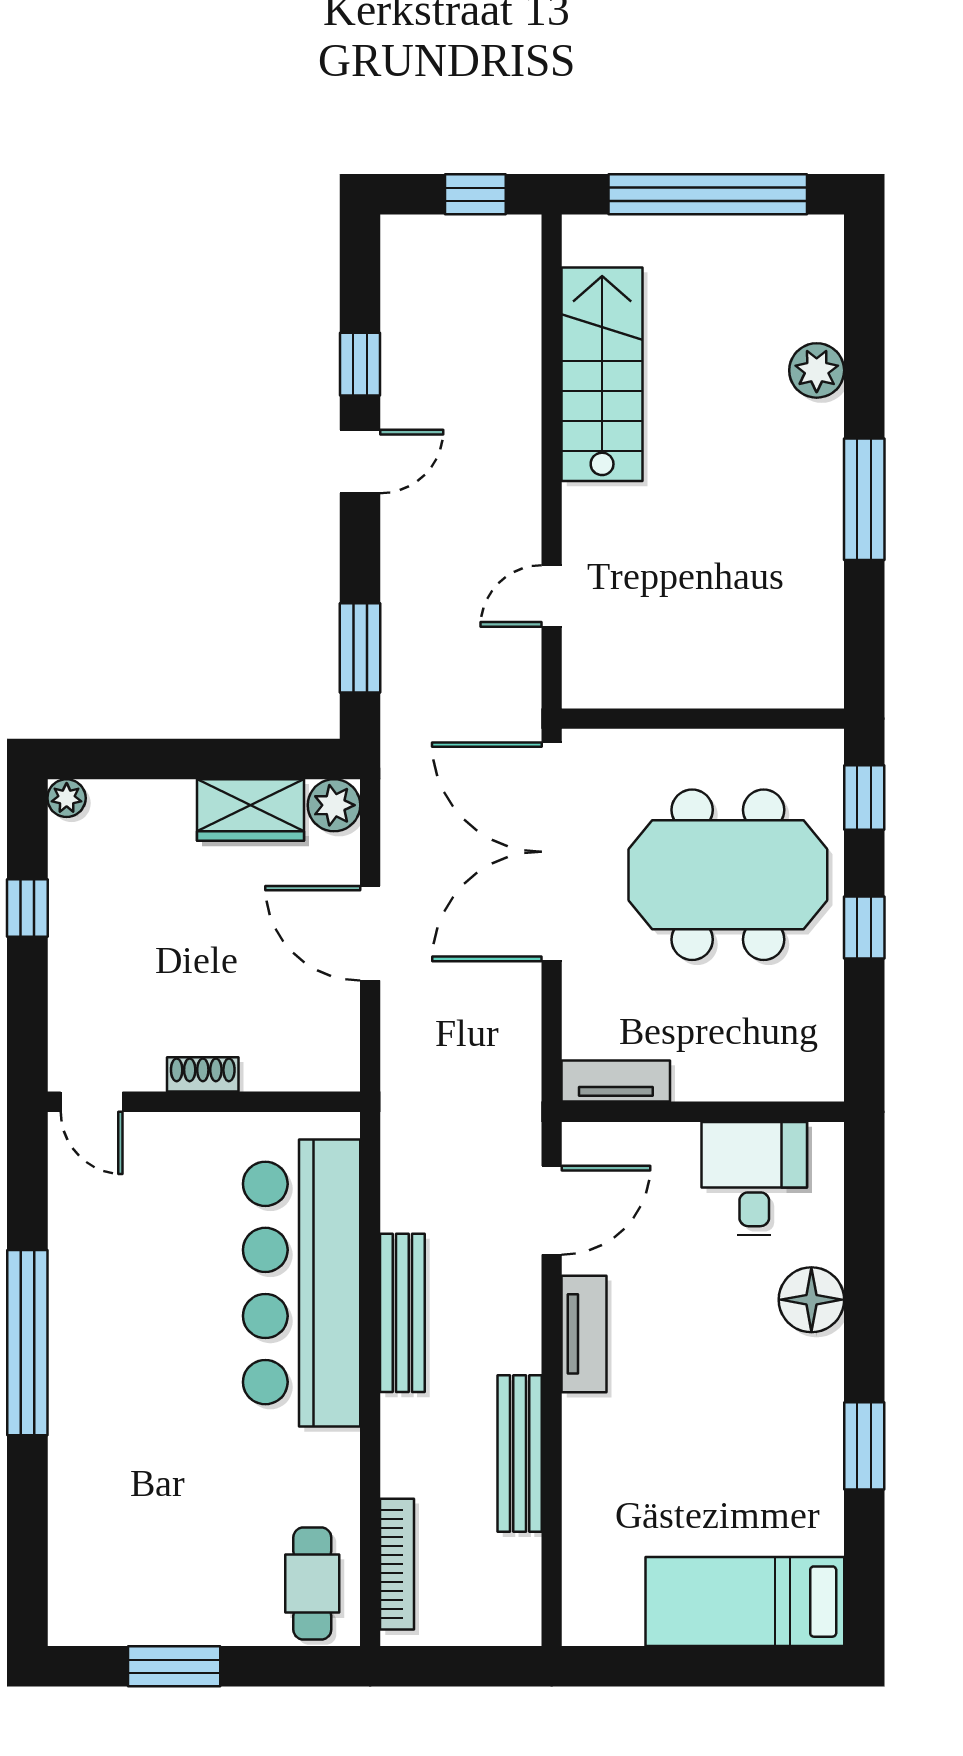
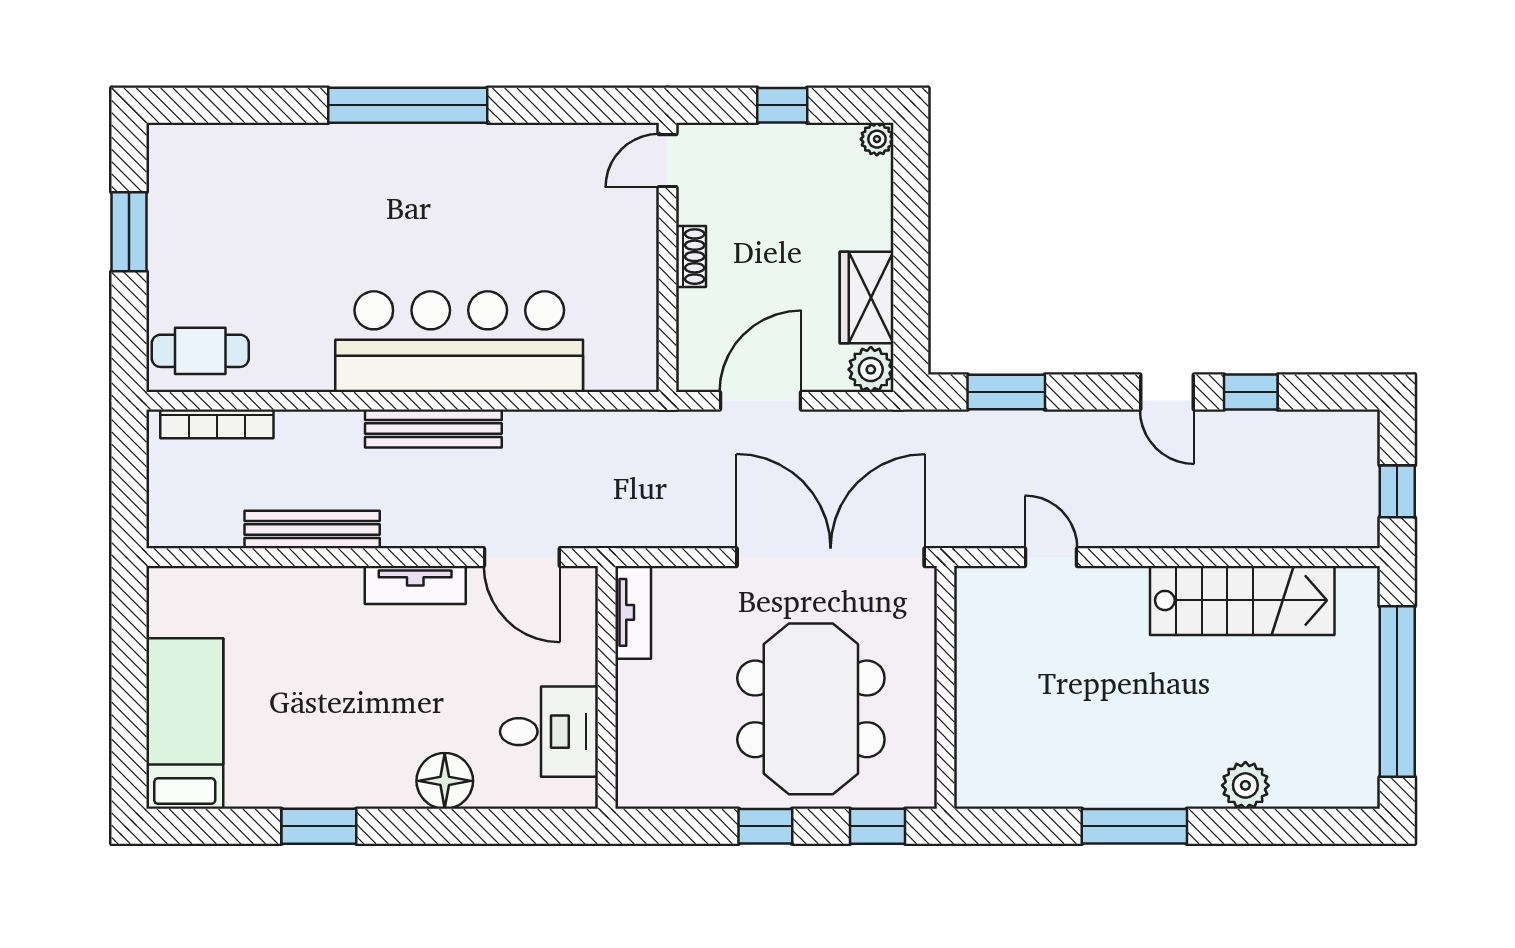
shoe rack: (203, 1074) -> (691, 257), moved
door: (92, 1102) -> (667, 161), moved
wall: (204, 1102) -> (667, 257), moved

